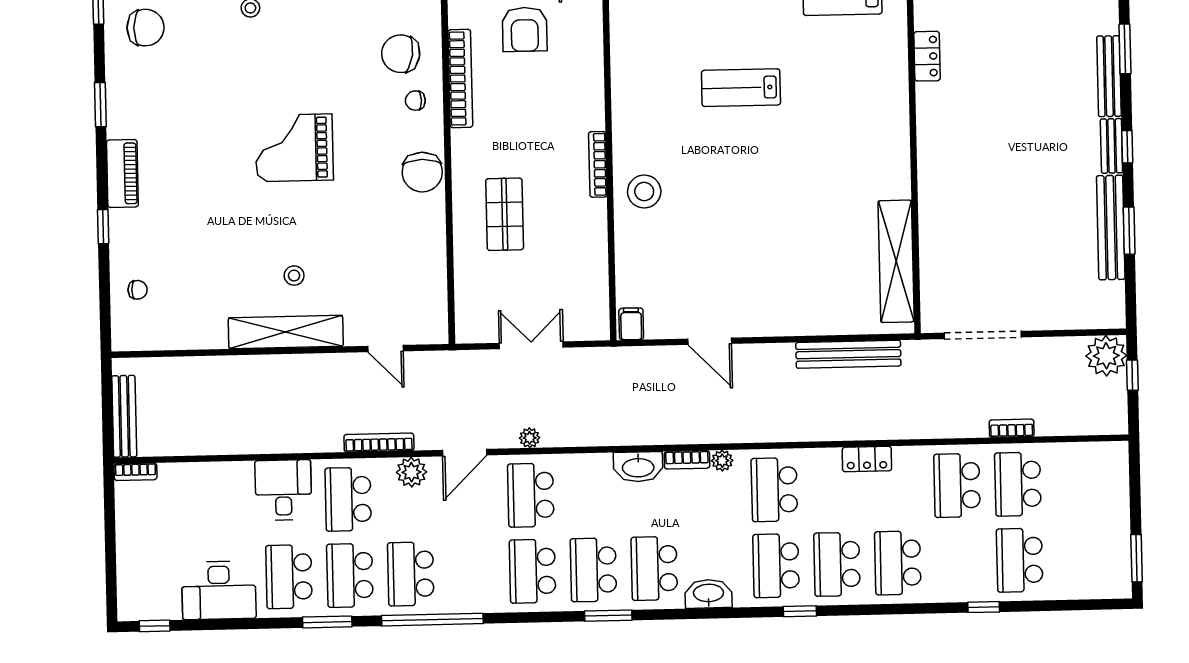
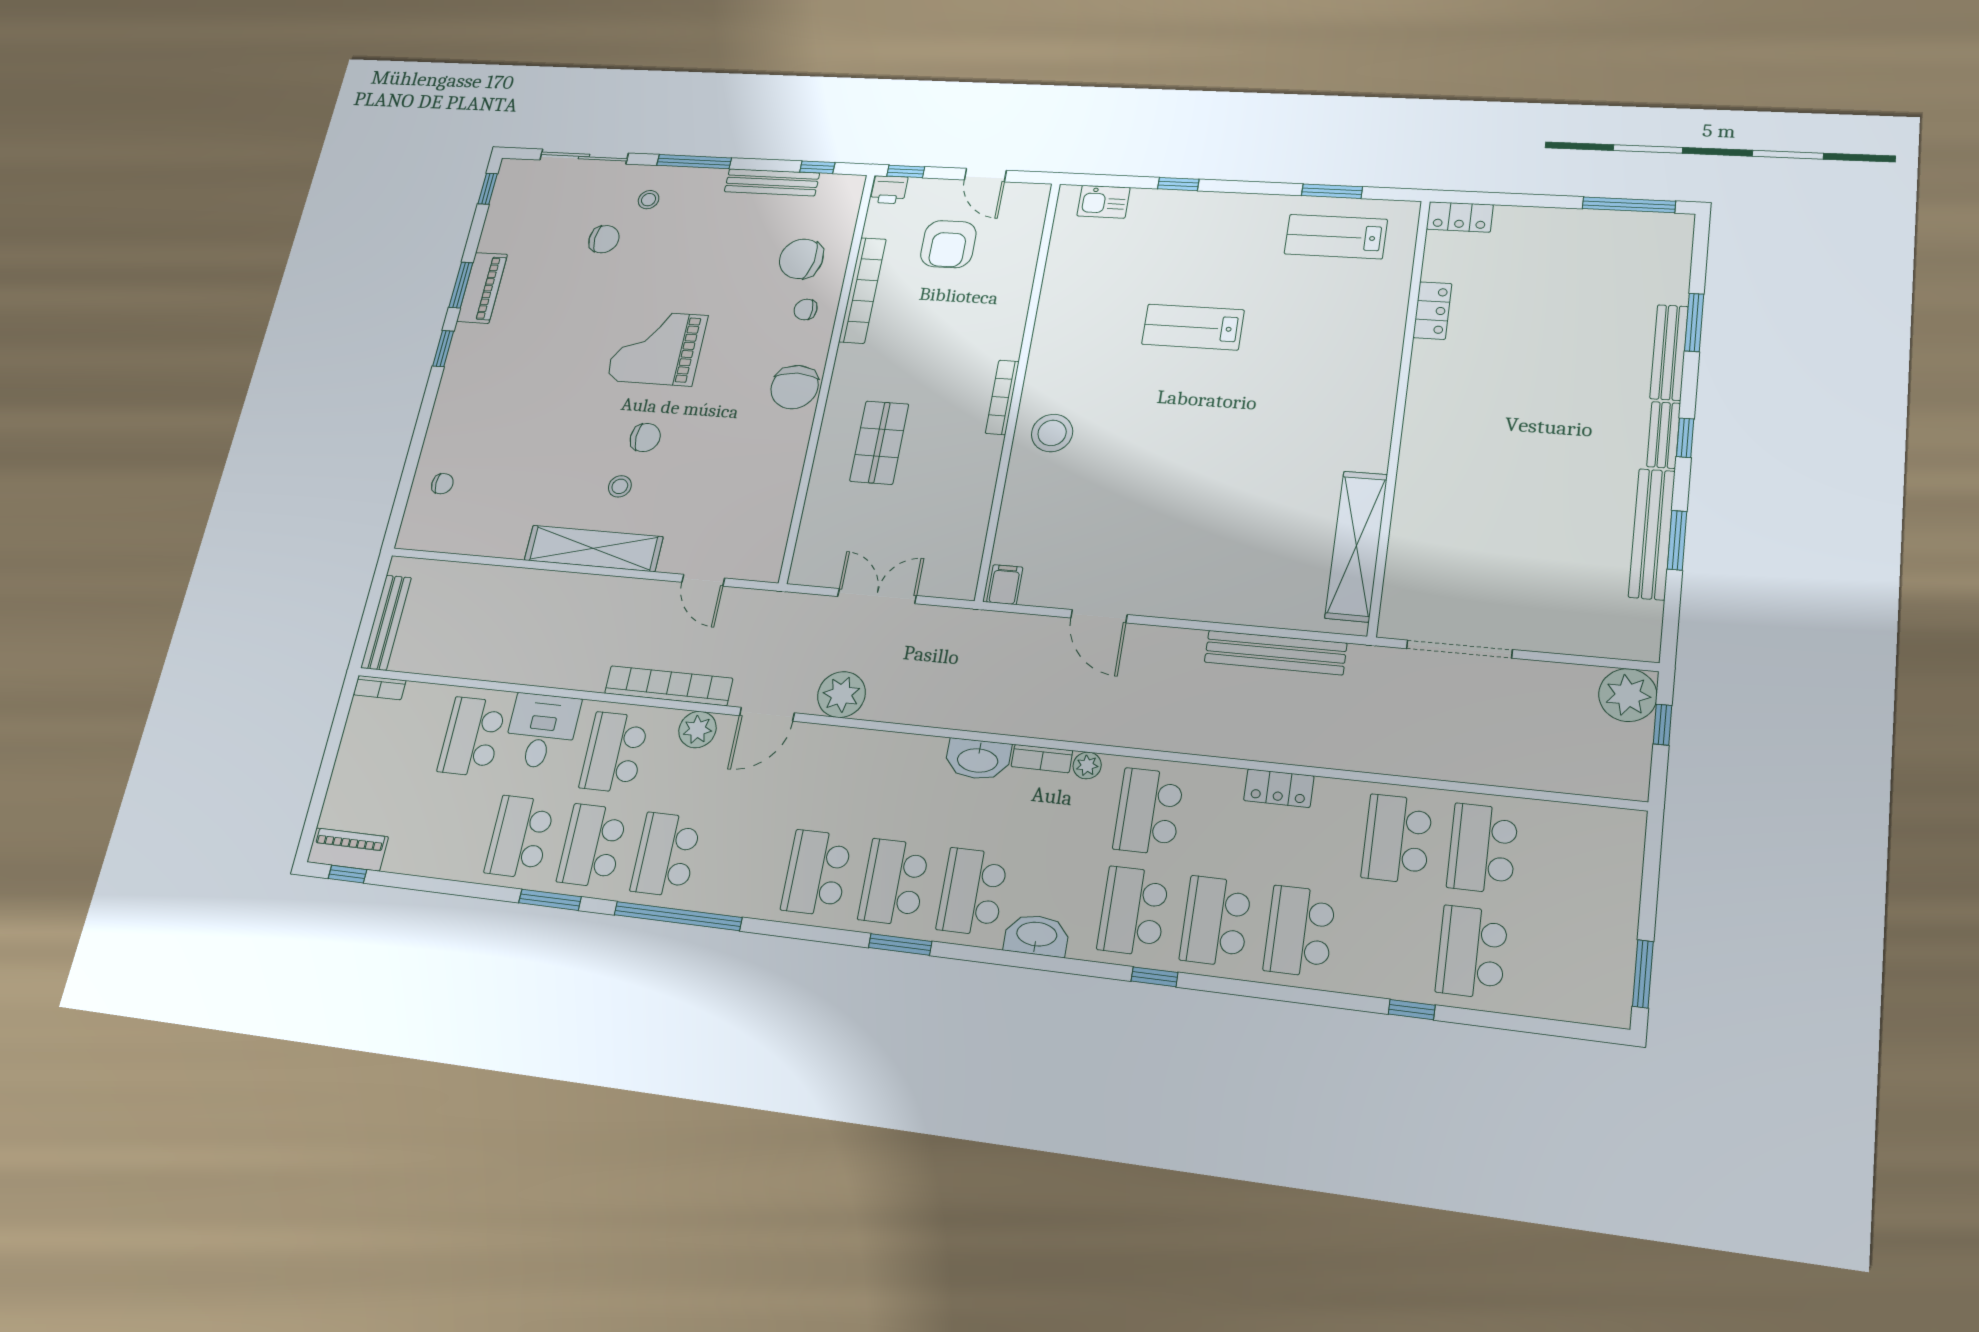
chair: (145, 28) -> (604, 239), moved, width x0.73, depth x0.73
piano: (122, 173) -> (482, 288), moved
window: (103, 227) -> (443, 349), moved
chair: (305, 230) -> (645, 438), added
bookcase: (1012, 428) -> (1483, 773), removed
plant: (530, 438) -> (841, 695), width x1.88, depth x1.88
bookcase: (379, 442) -> (669, 686), width x1.48, depth x1.31
school desk: (531, 495) -> (472, 737), moved
desk: (219, 590) -> (434, 842), removed
piano: (149, 607) -> (348, 849), added

